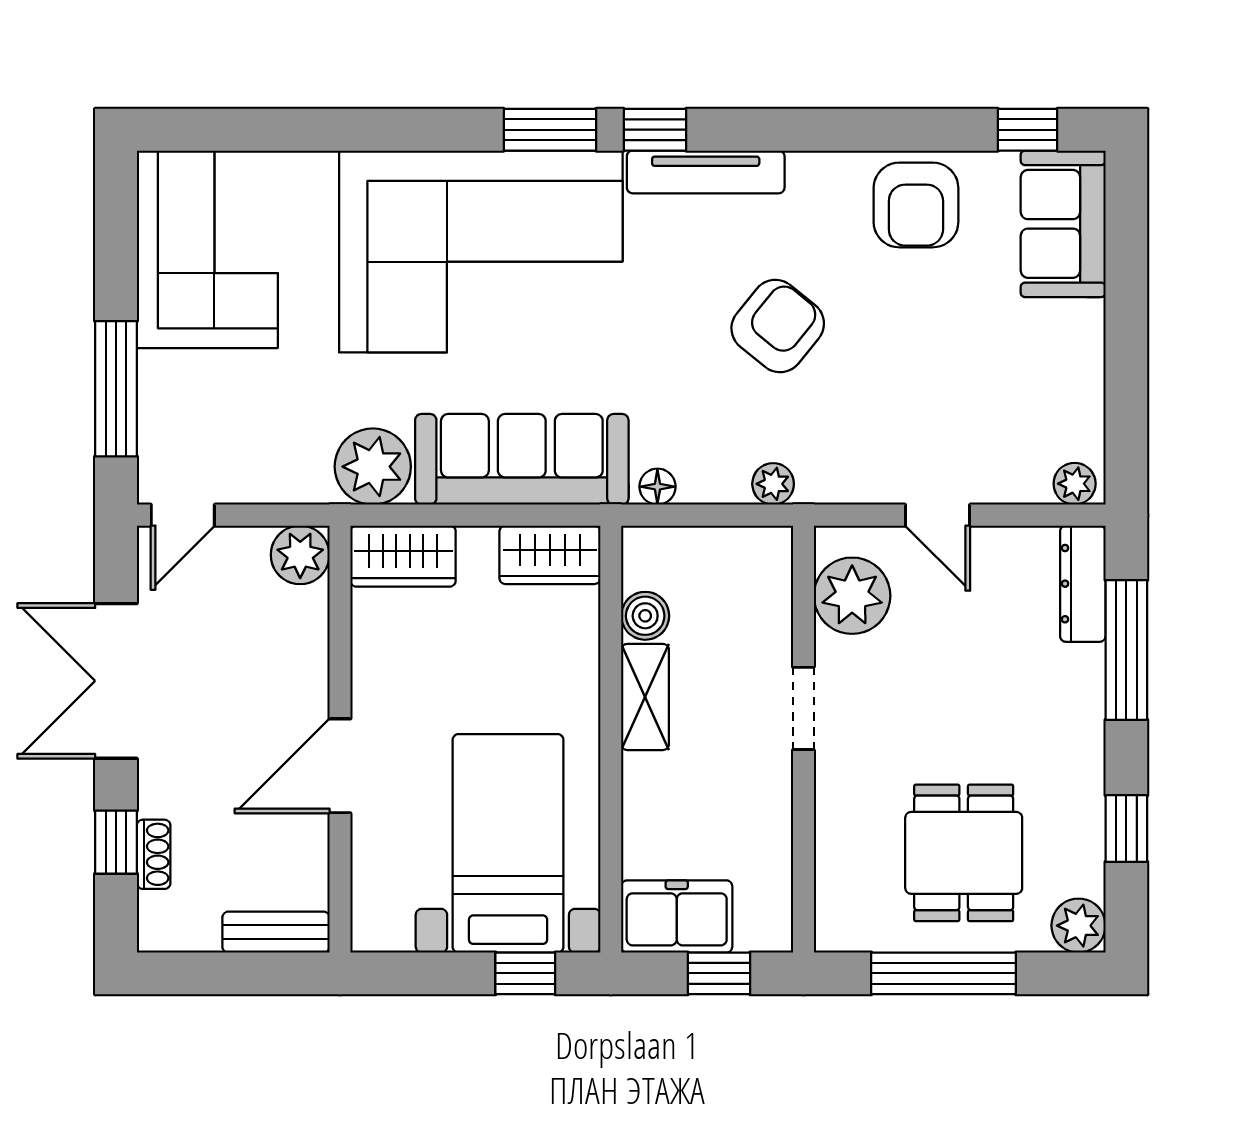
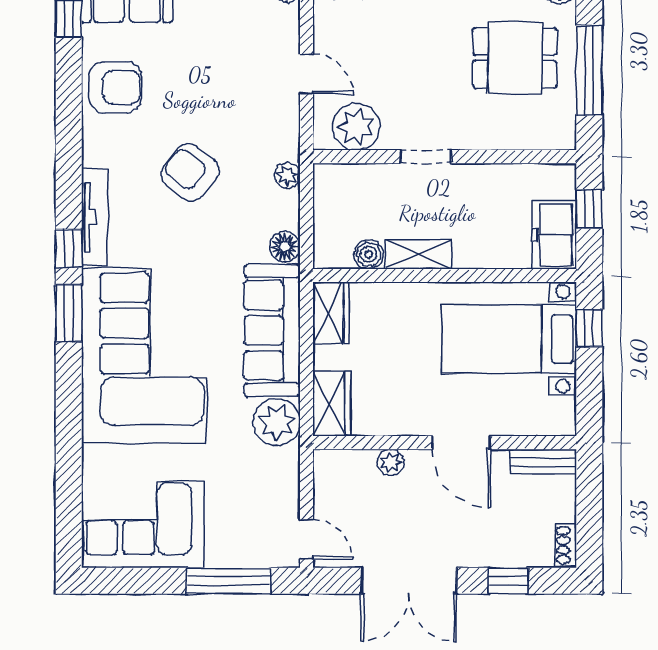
floor lamp: (657, 487) -> (285, 247), width x1.37, depth x1.37
door: (938, 515) -> (307, 74), hinge flipped
plant: (300, 555) -> (391, 462), moved, width x0.73, depth x0.73
shoe rack: (154, 854) -> (566, 545), moved, turned -90
bench: (276, 932) -> (543, 462), moved, turned 90

